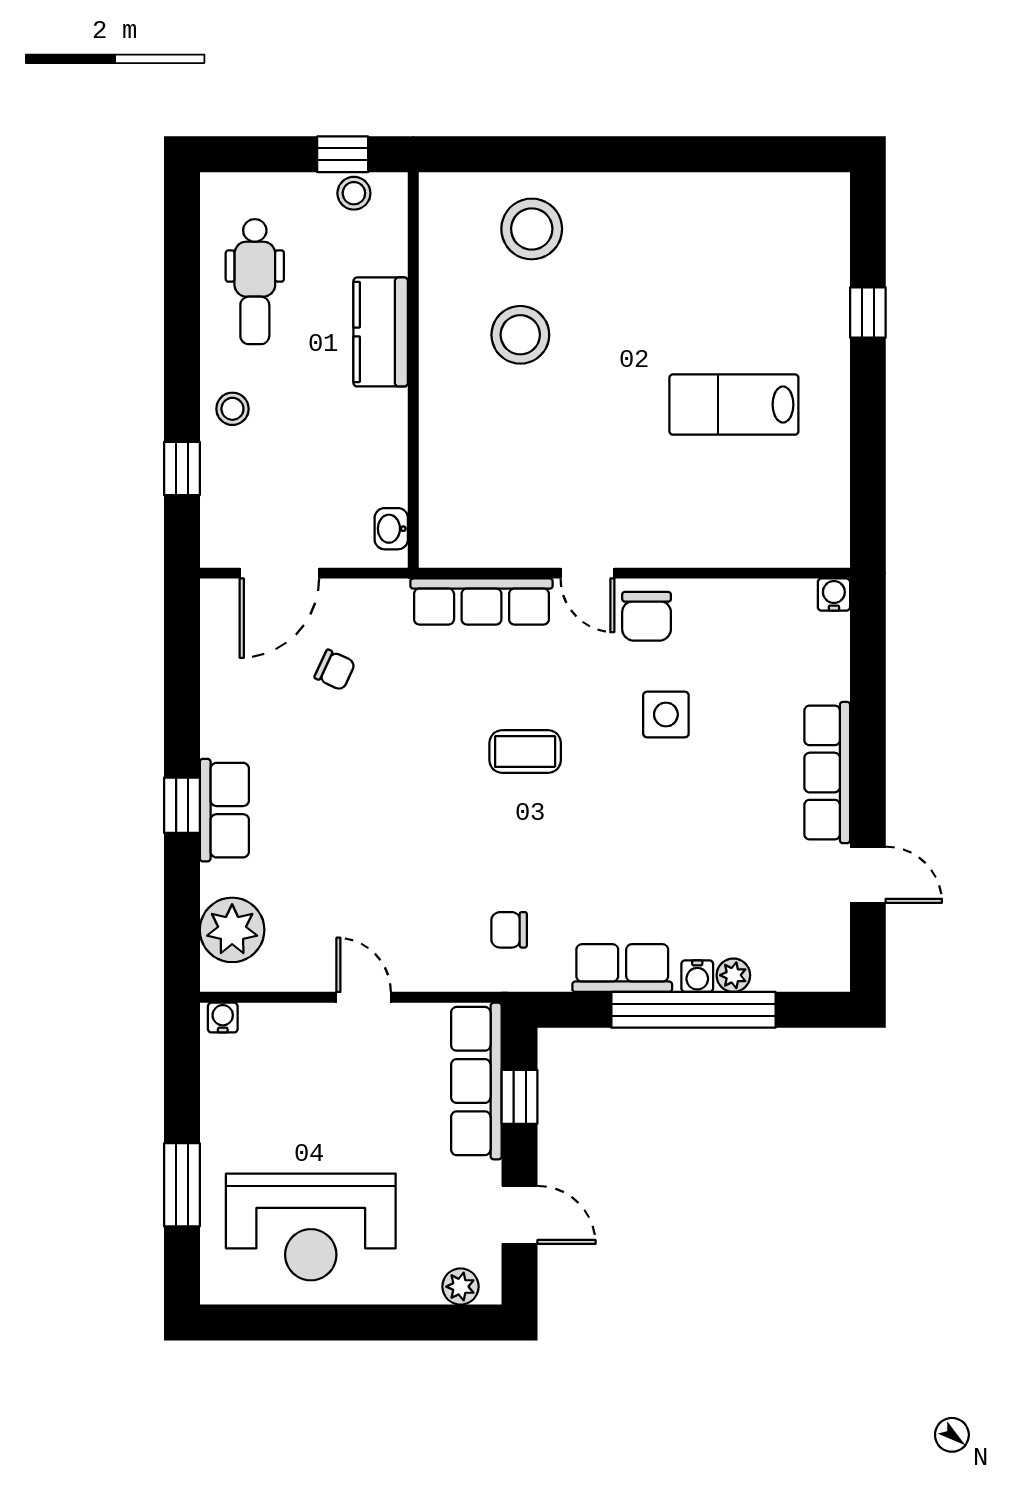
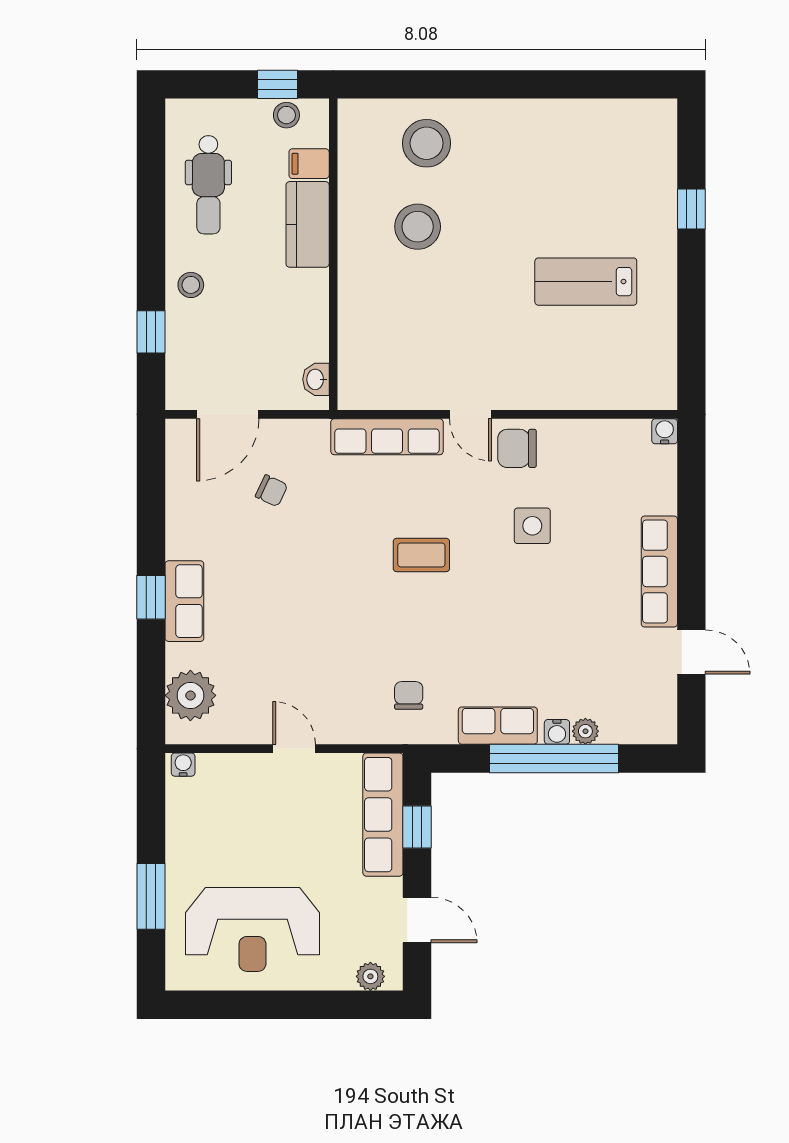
filing cabinet: (383, 255) -> (309, 164), added
chair: (647, 616) -> (517, 448), turned 90
chair: (509, 930) -> (409, 695), turned 90

